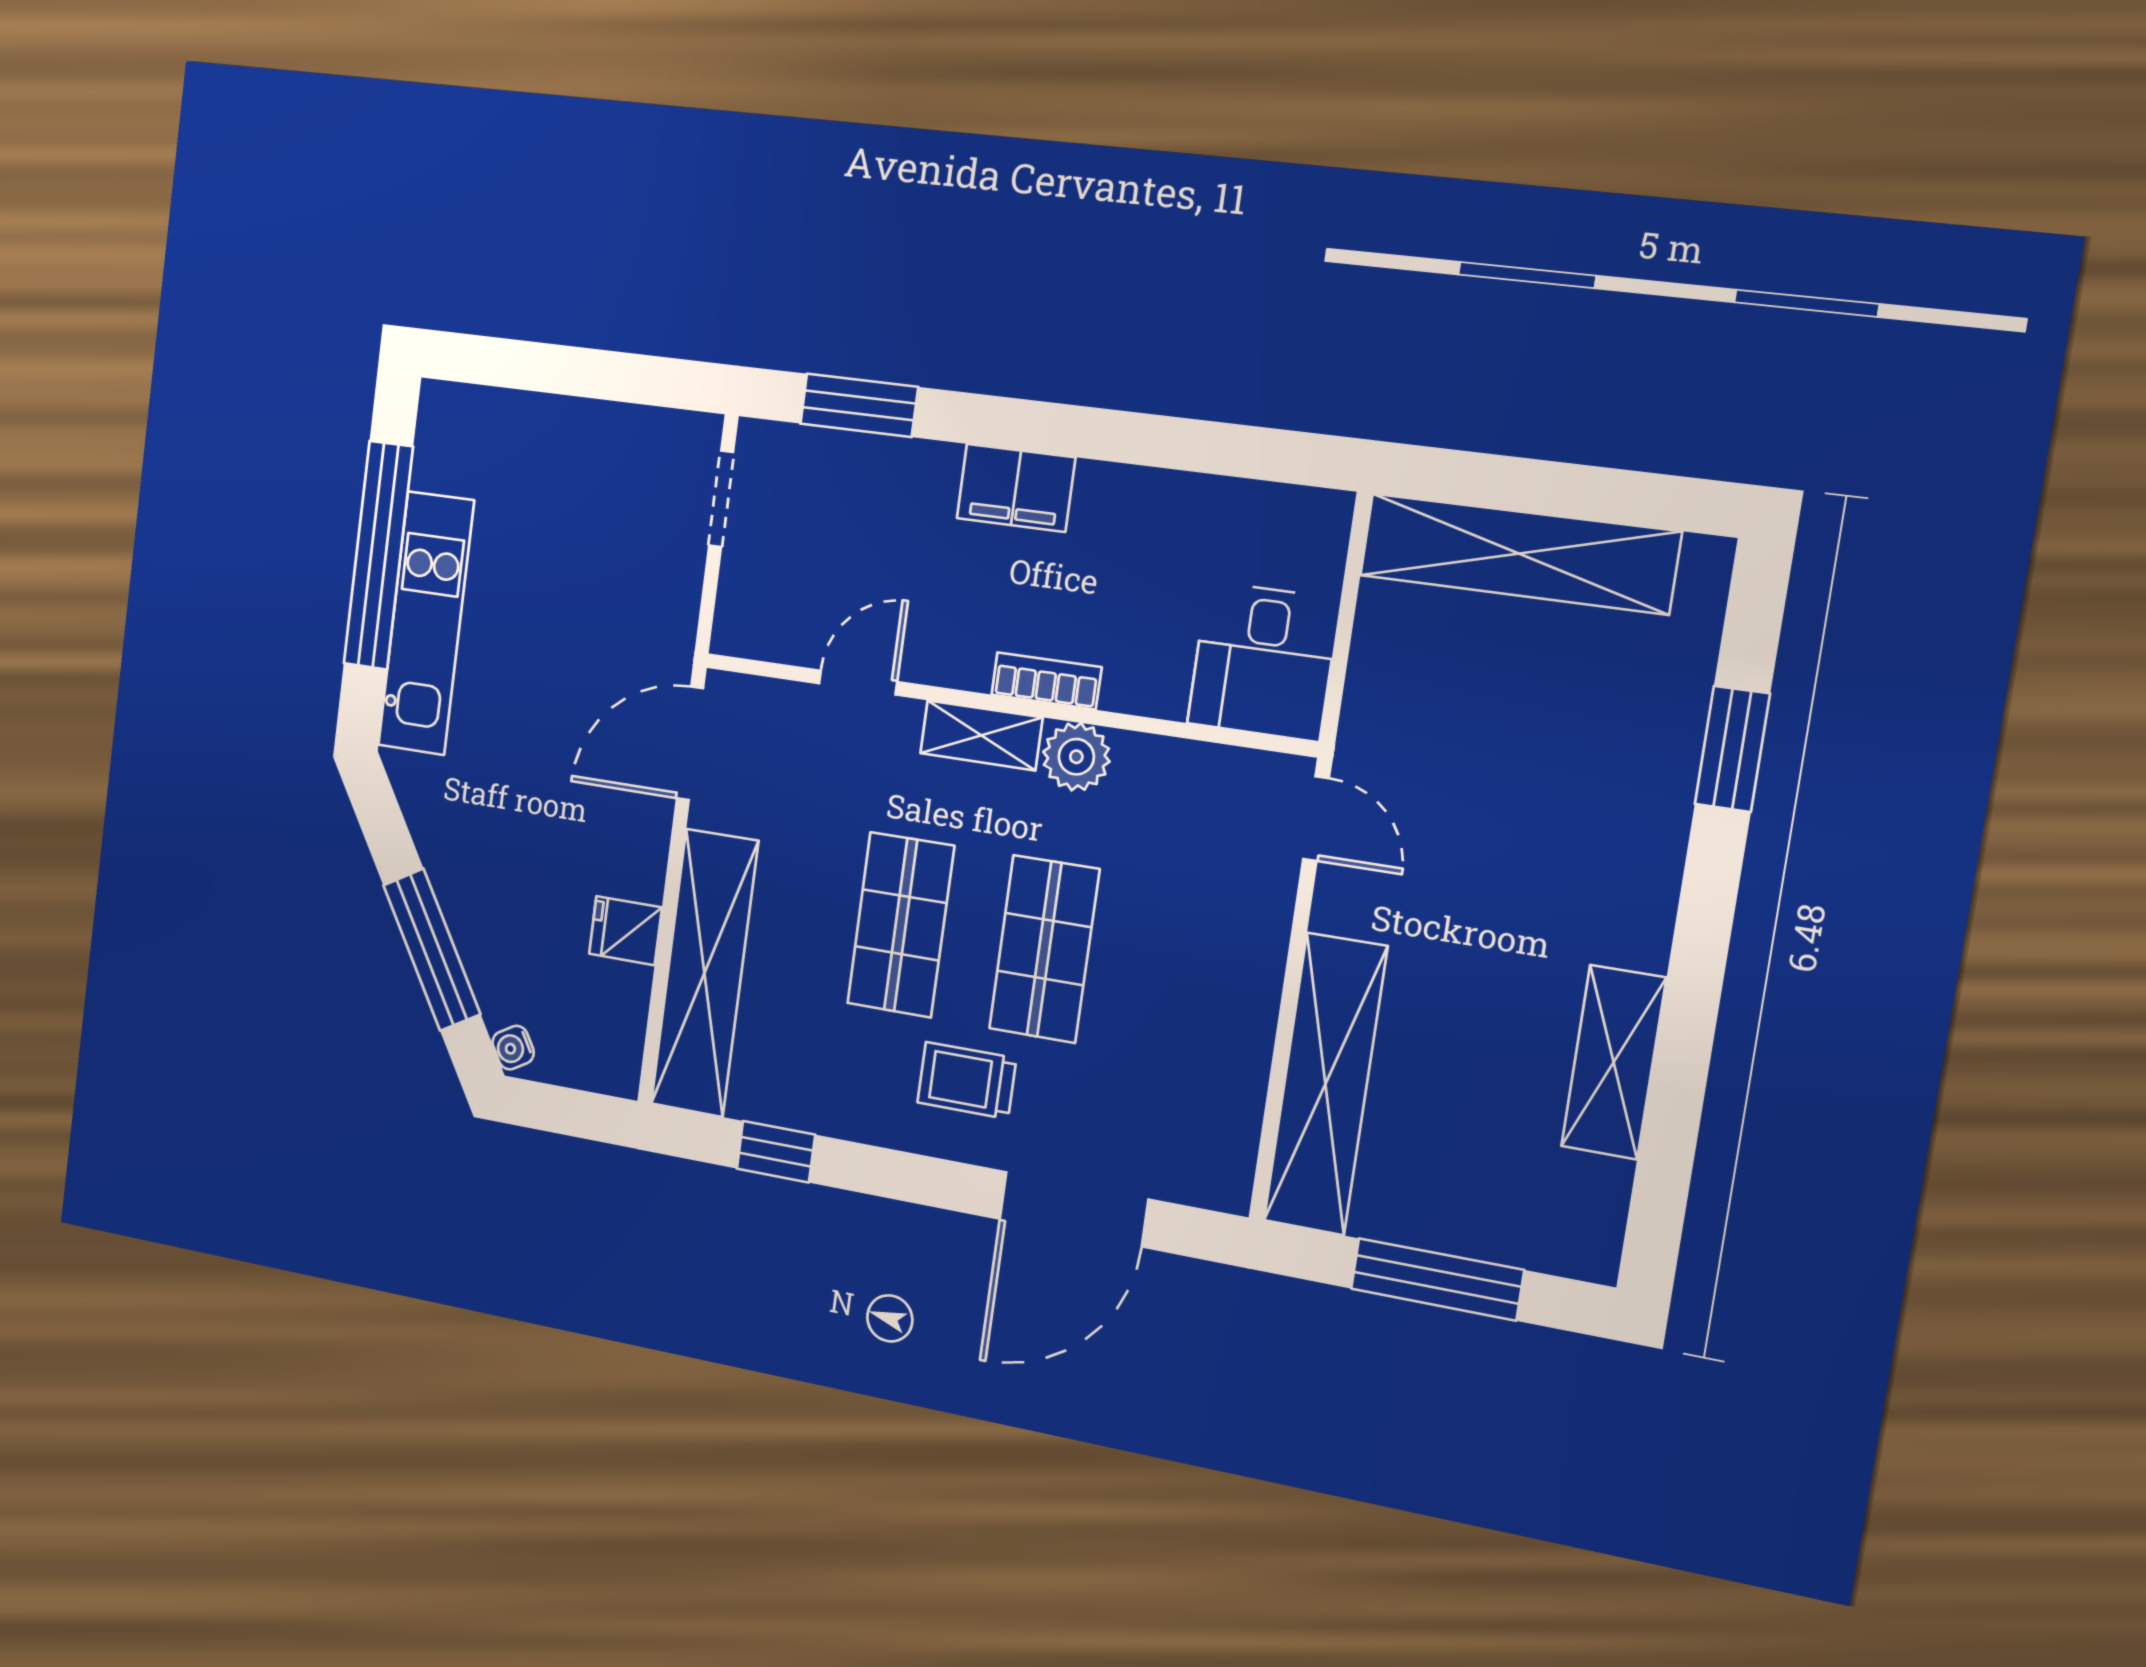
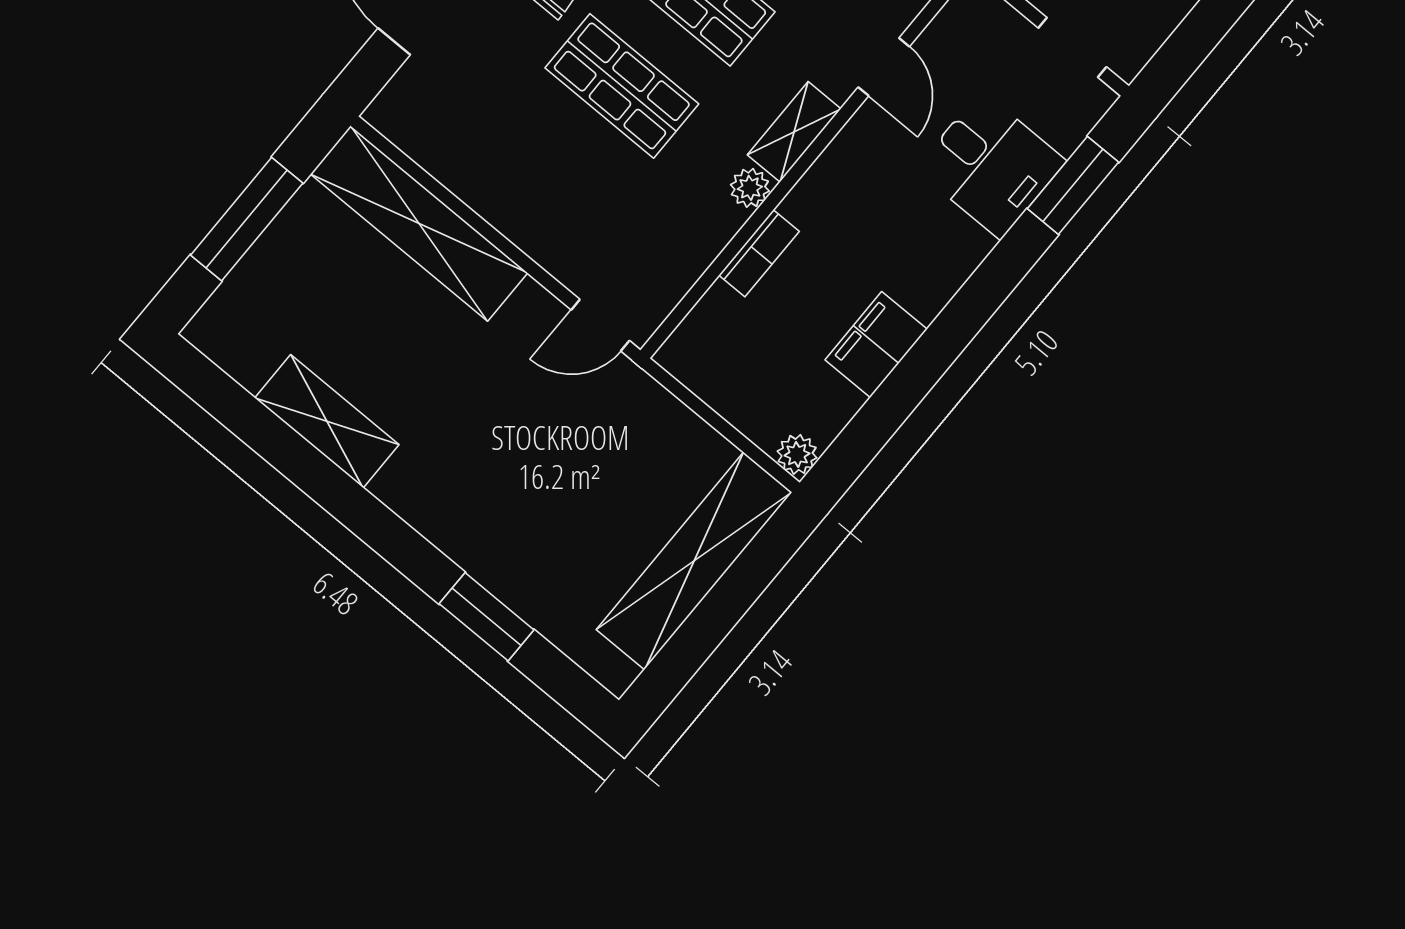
filing cabinet: (1016, 488) -> (876, 345), moved
plant: (1327, 514) -> (797, 454), added
desk: (1263, 661) -> (991, 165), moved, turned 180
bookcase: (1046, 681) -> (759, 253), moved
plant: (1076, 757) -> (750, 188), width x0.73, depth x0.73

